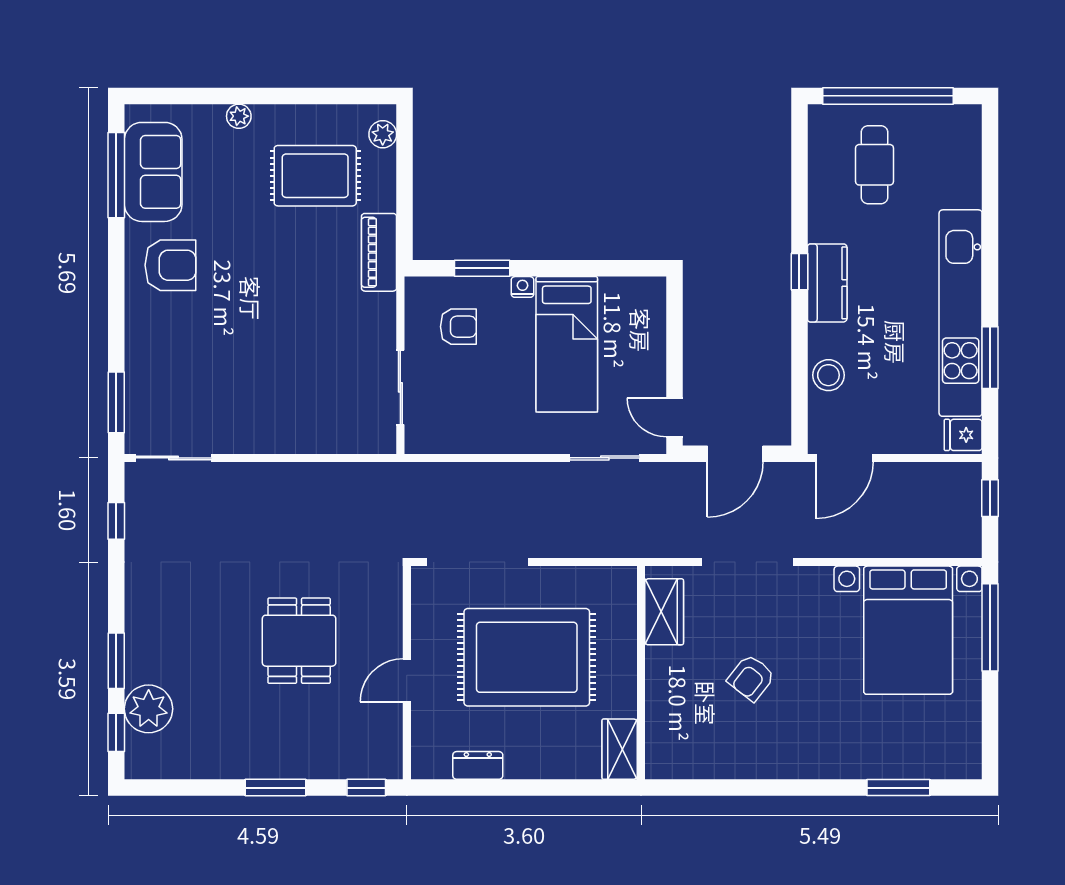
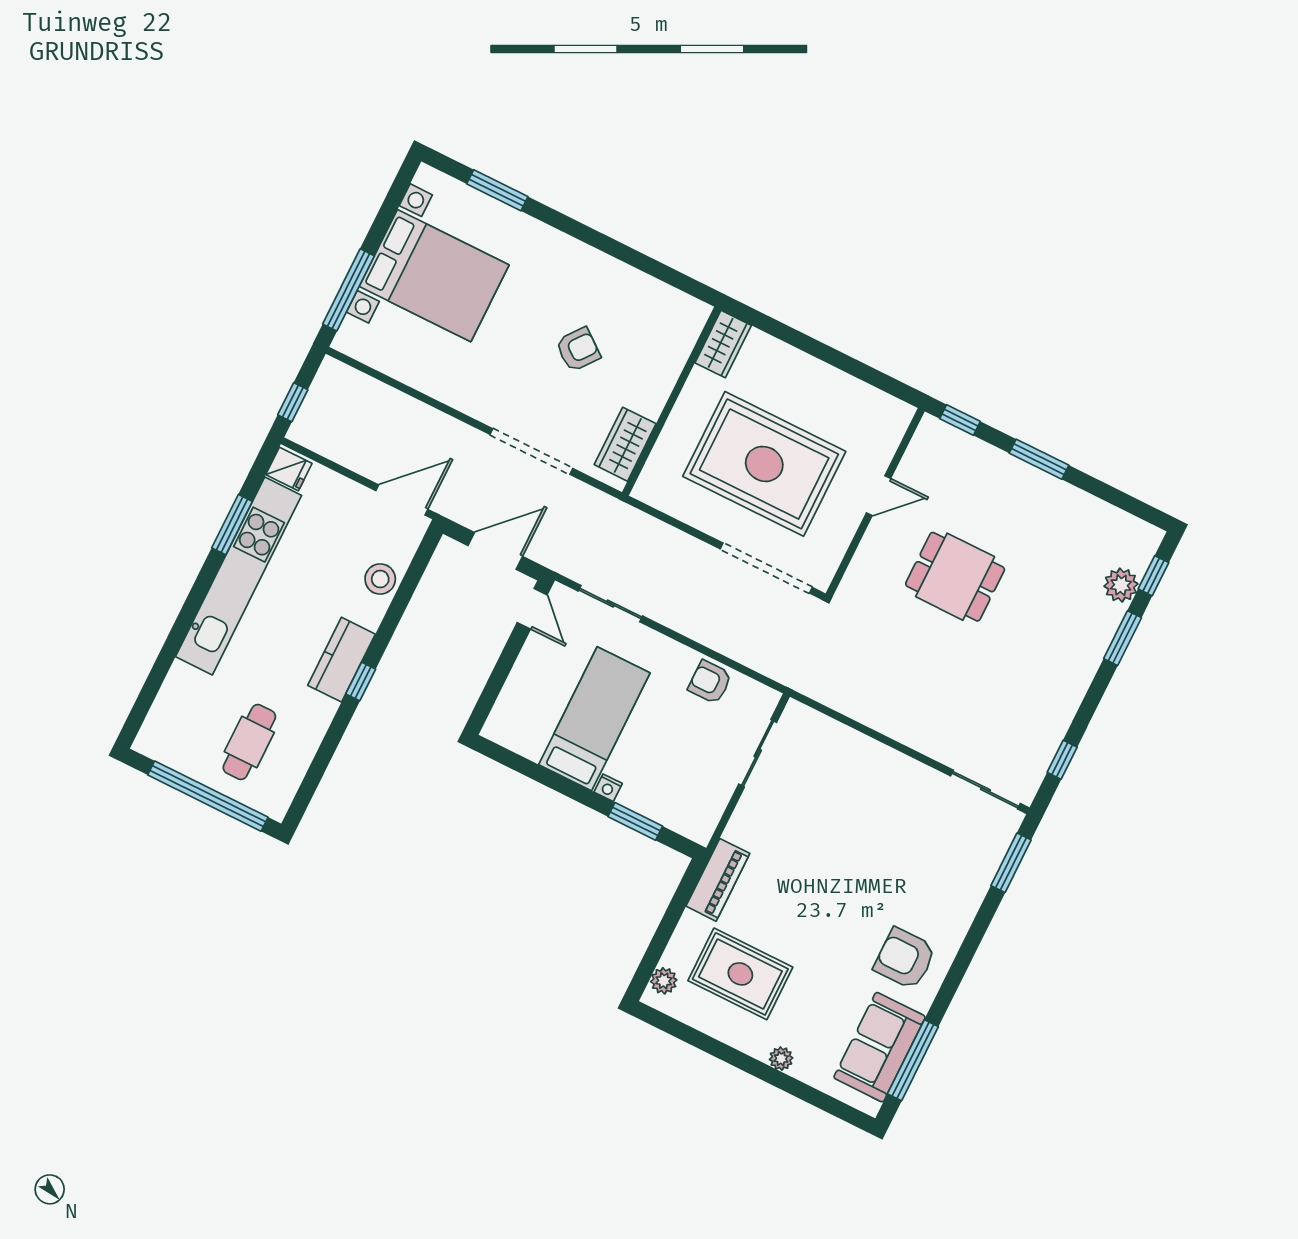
armchair: (458, 327) -> (710, 682), moved
bed with nightstands: (908, 630) -> (434, 276), moved, turned 90
dining table: (299, 641) -> (955, 577), turned 90
plant: (149, 709) -> (1121, 585), width x0.73, depth x0.73
dresser: (478, 765) -> (854, 391), removed

